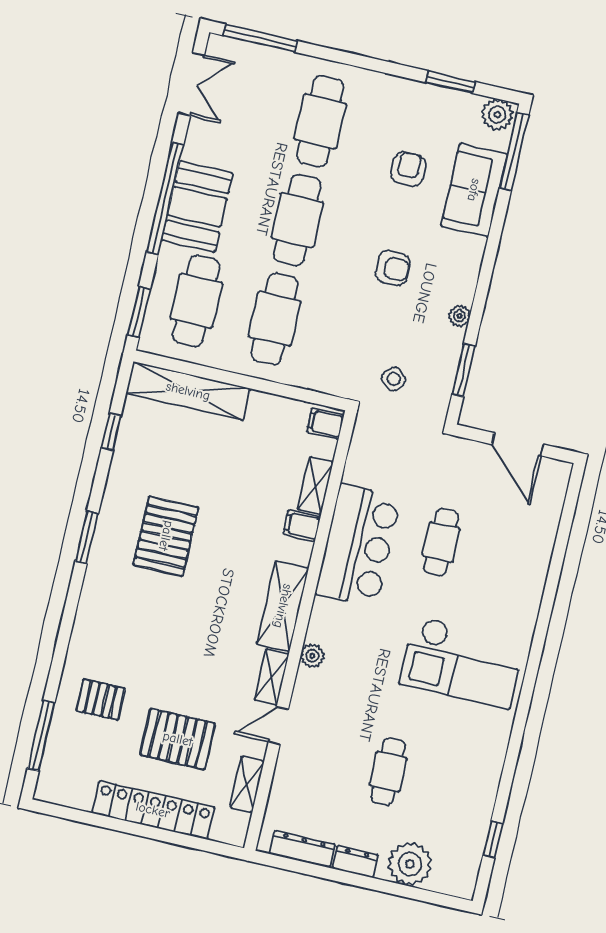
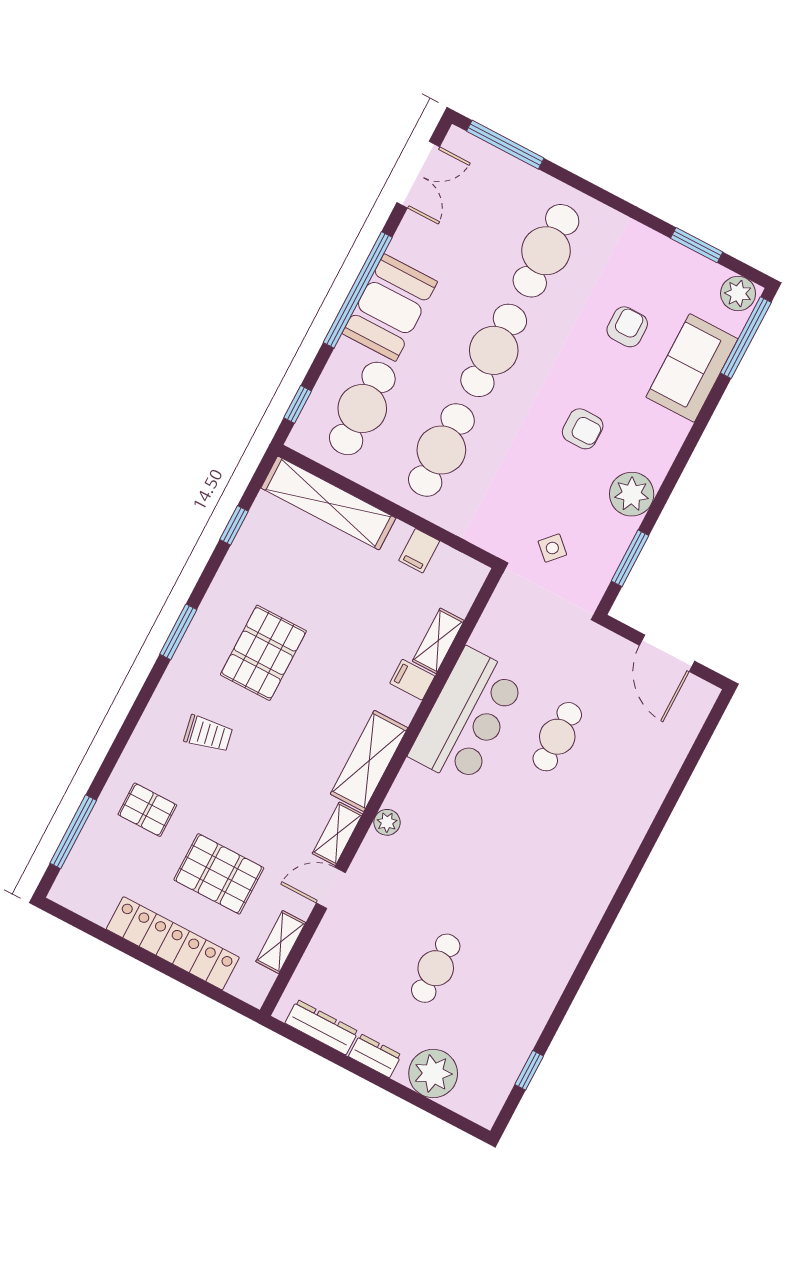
window: (139, 312) -> (298, 404), width x0.67
plant: (459, 316) -> (632, 494), width x1.88, depth x1.88
filing cabinet: (325, 424) -> (419, 551), moved, turned -90
trolley: (136, 619) -> (208, 734), added
checkout: (462, 662) -> (546, 871), removed

